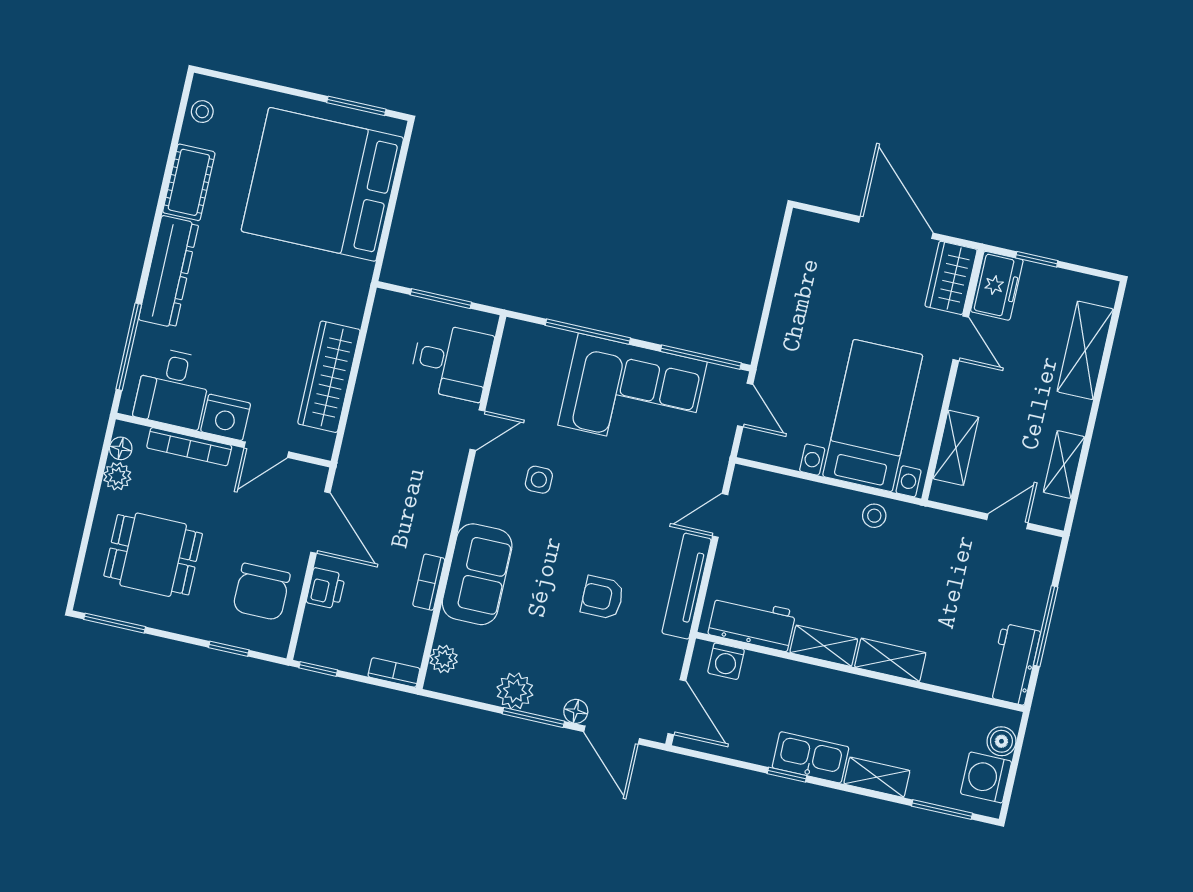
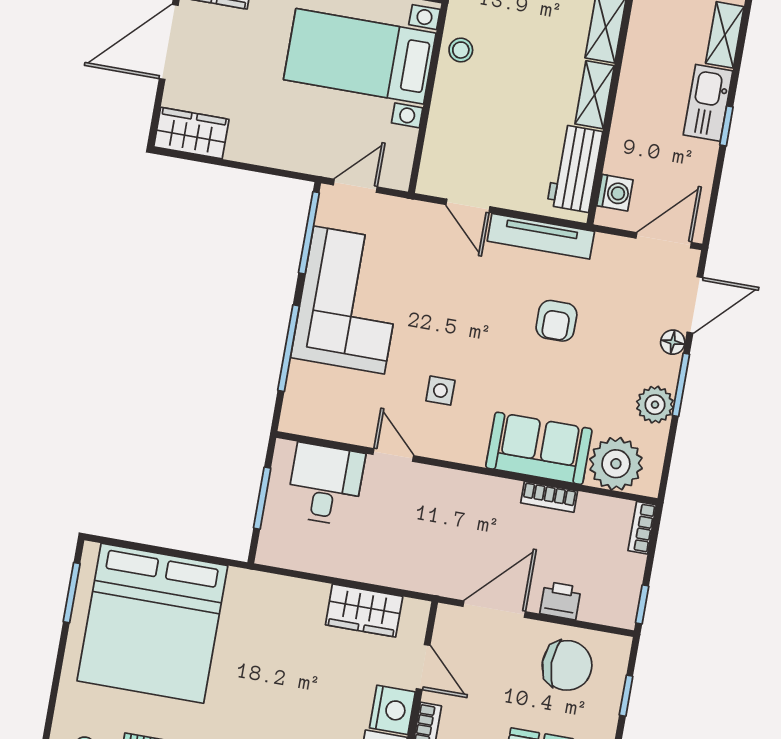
wardrobe: (805, 246) -> (191, 133), added
wardrobe: (329, 377) -> (364, 611), width x0.67
plant: (444, 659) -> (616, 464), width x1.88, depth x1.88

